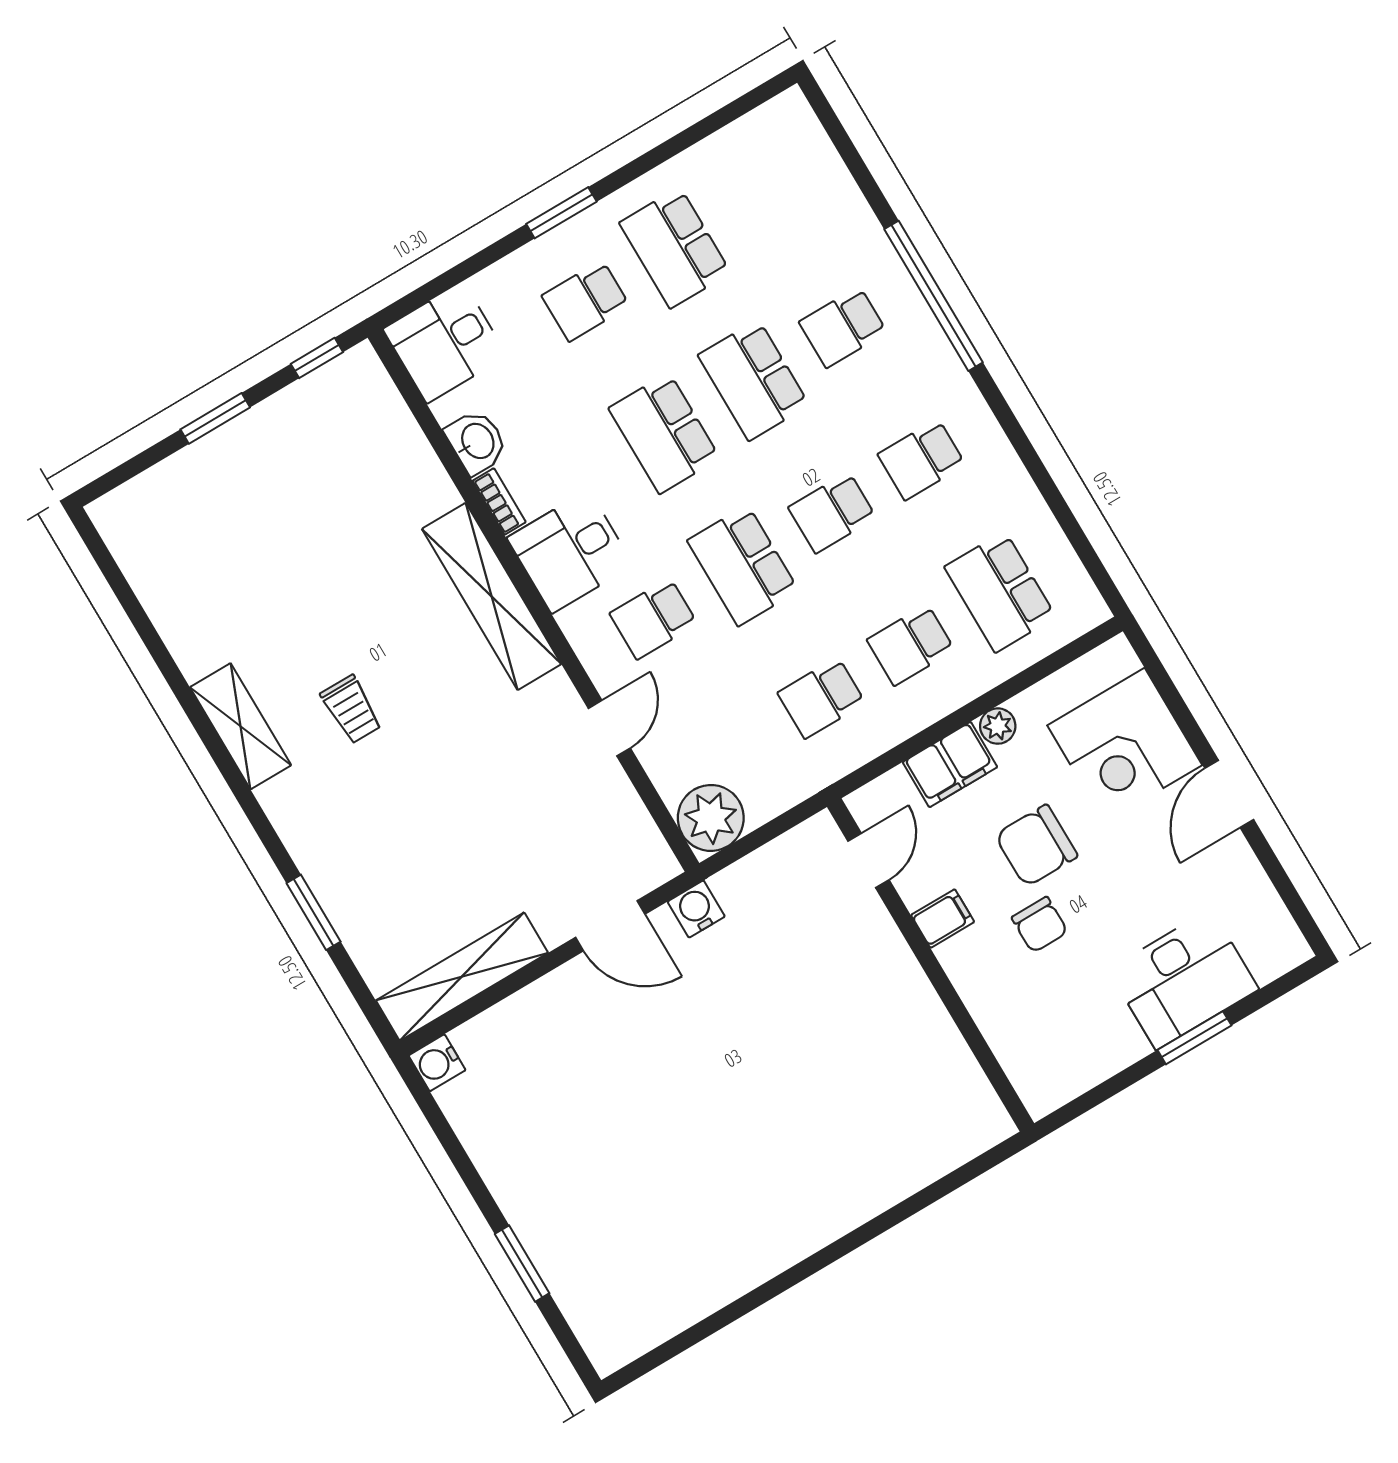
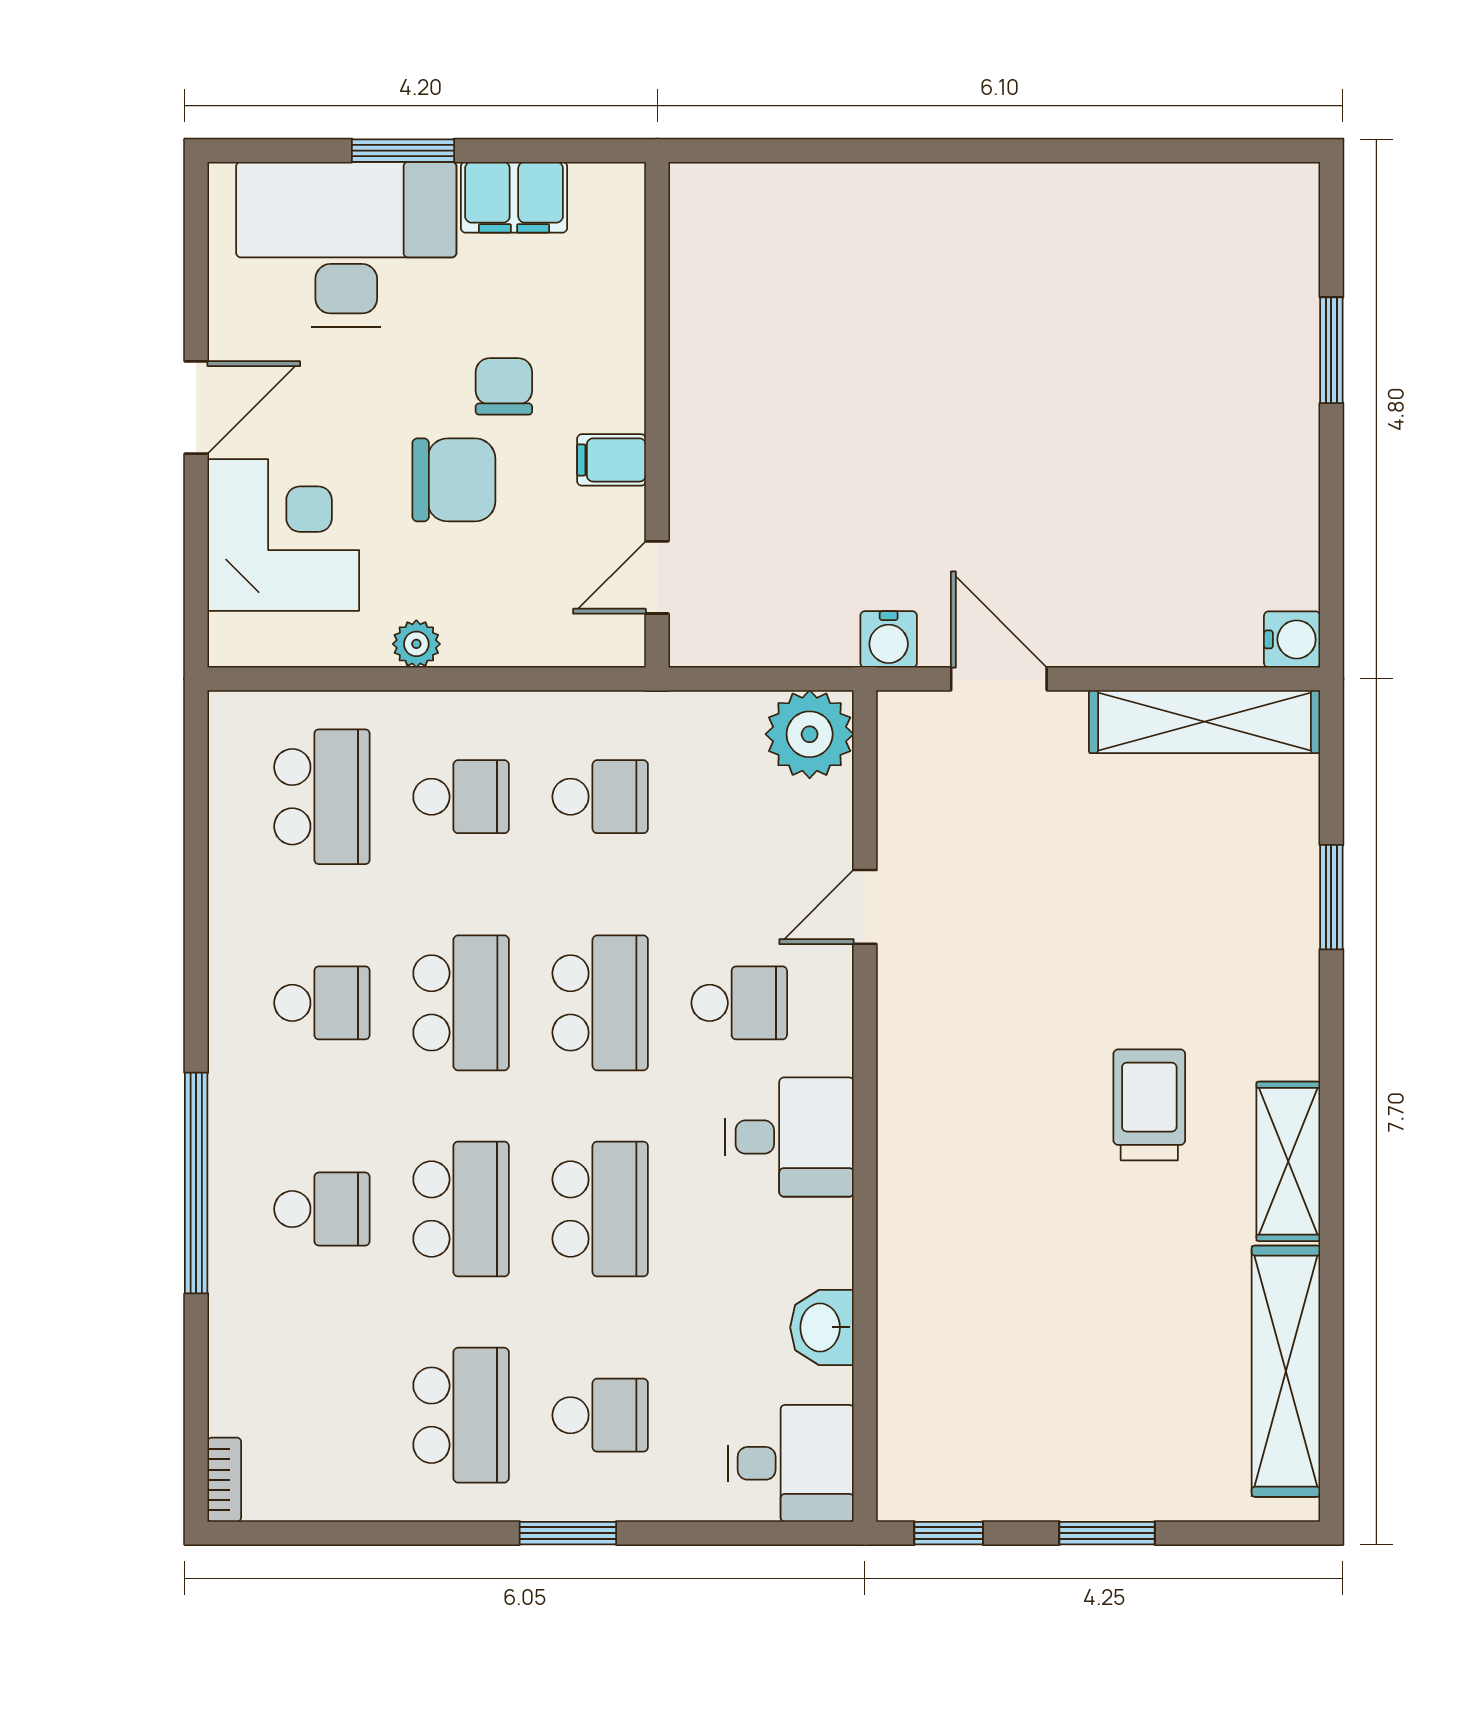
bookcase: (499, 501) -> (224, 1480), moved, turned 180
school desk: (832, 513) -> (461, 1003), width x1.85
shelving: (492, 596) -> (1286, 1371), moved
trolley: (351, 709) -> (1149, 1105), width x1.36, depth x1.39
filing cabinet: (950, 765) -> (514, 197), moved, turned 180
desk: (1184, 979) -> (346, 244), width x1.36, depth x1.30

